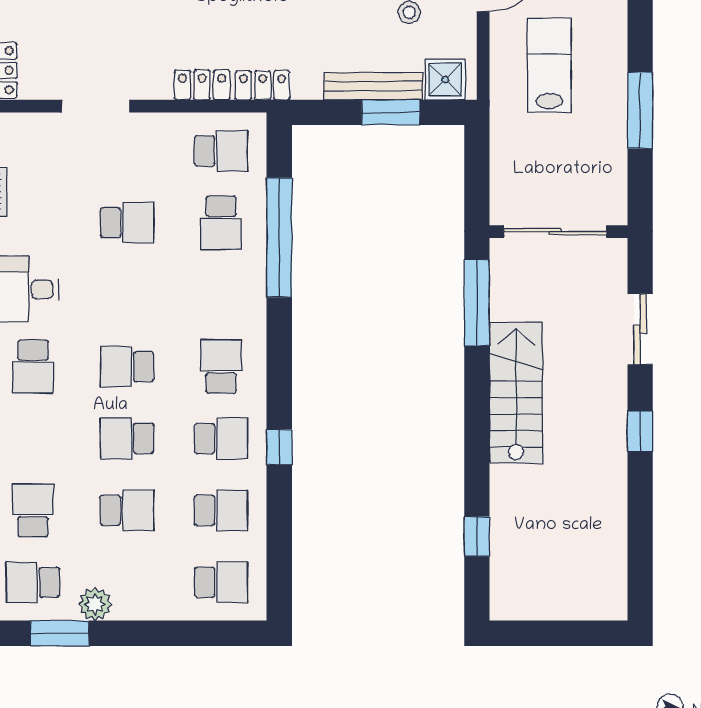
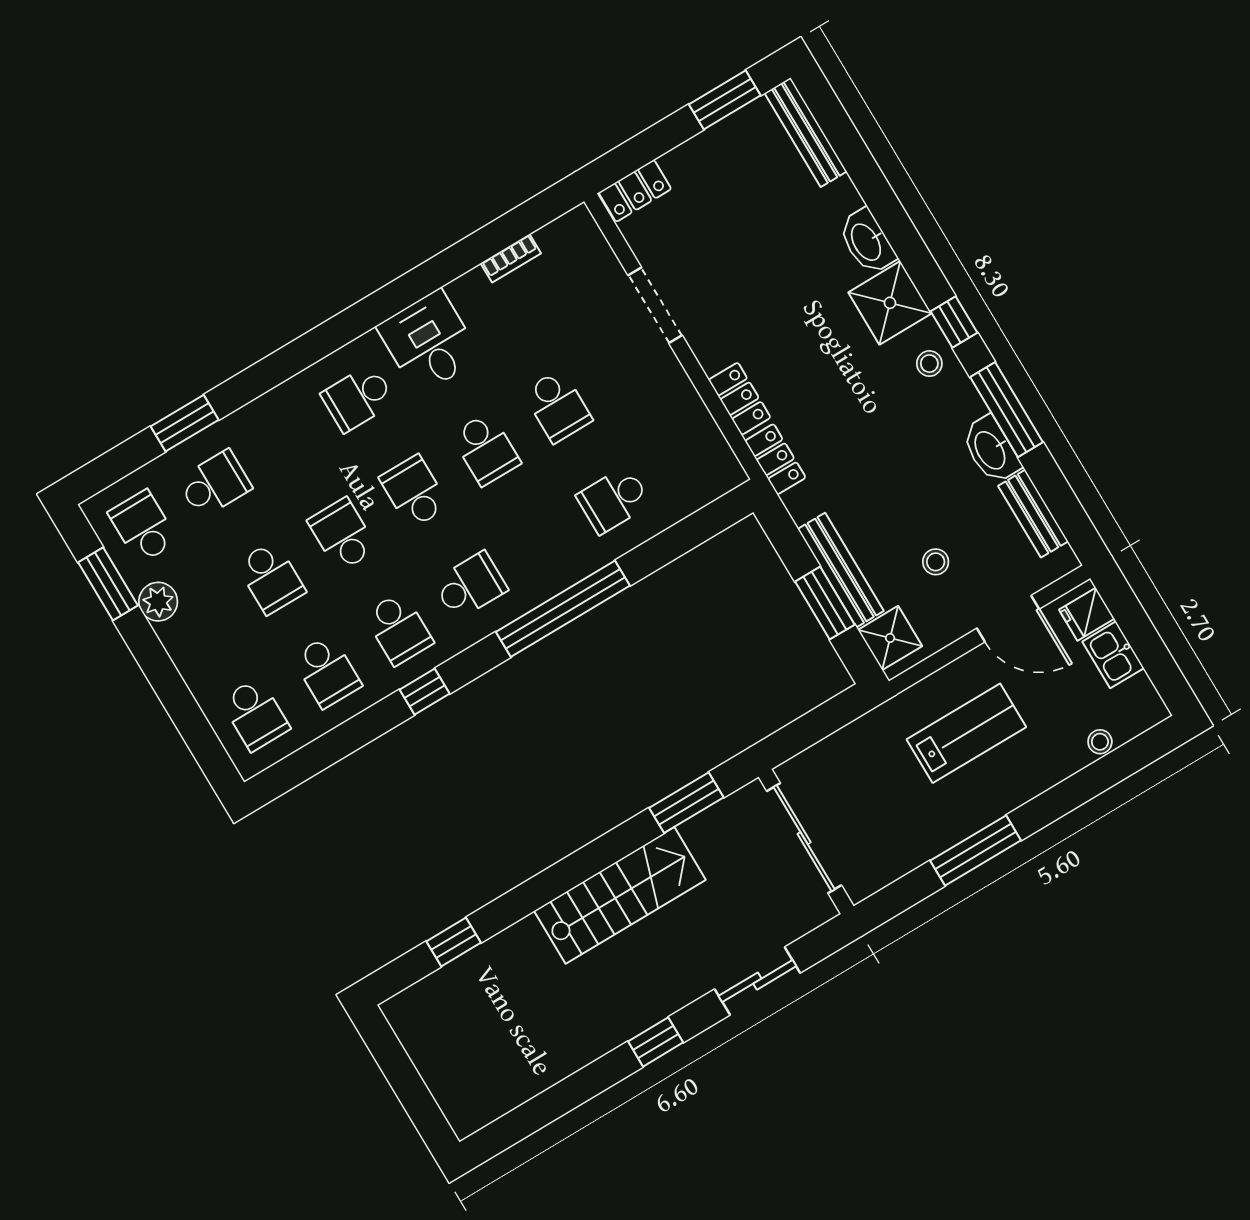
school desk: (221, 151) -> (486, 449), moved
window: (279, 237) -> (563, 609), moved
window: (477, 303) -> (686, 803), width x0.69

